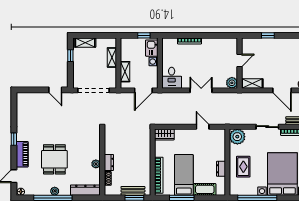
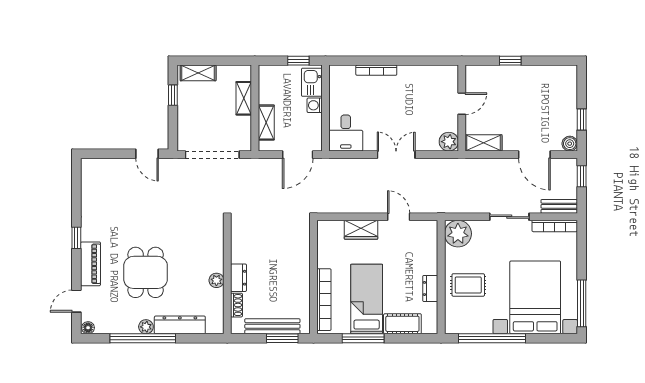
wardrobe: (164, 134) -> (361, 230), moved
rug: (243, 167) -> (468, 285), turned 90
dresser: (85, 190) -> (180, 325), moved
bench: (133, 191) -> (272, 326), width x1.36

